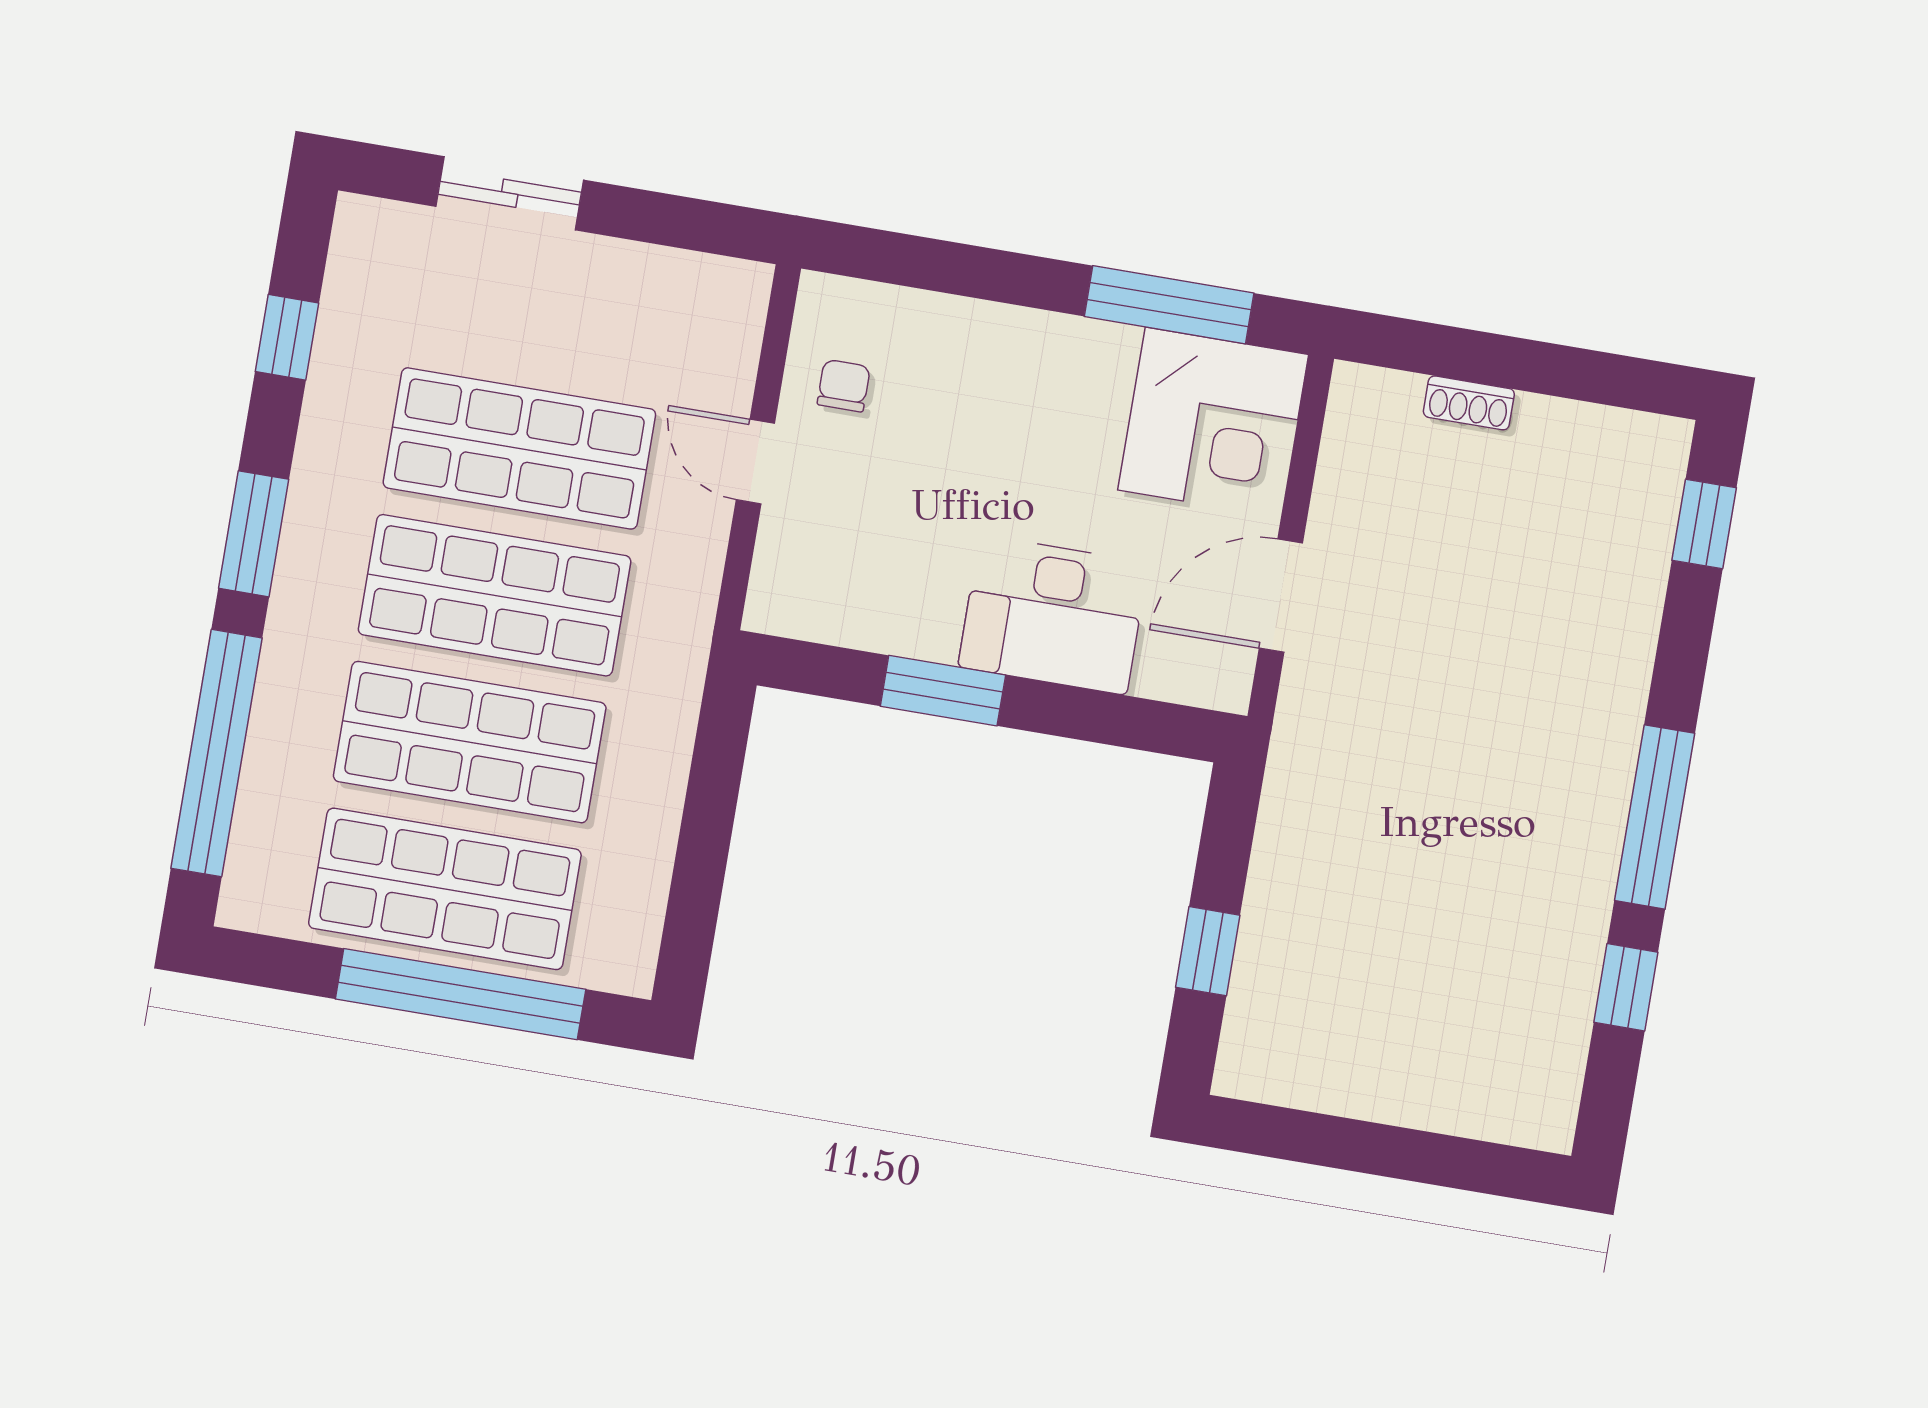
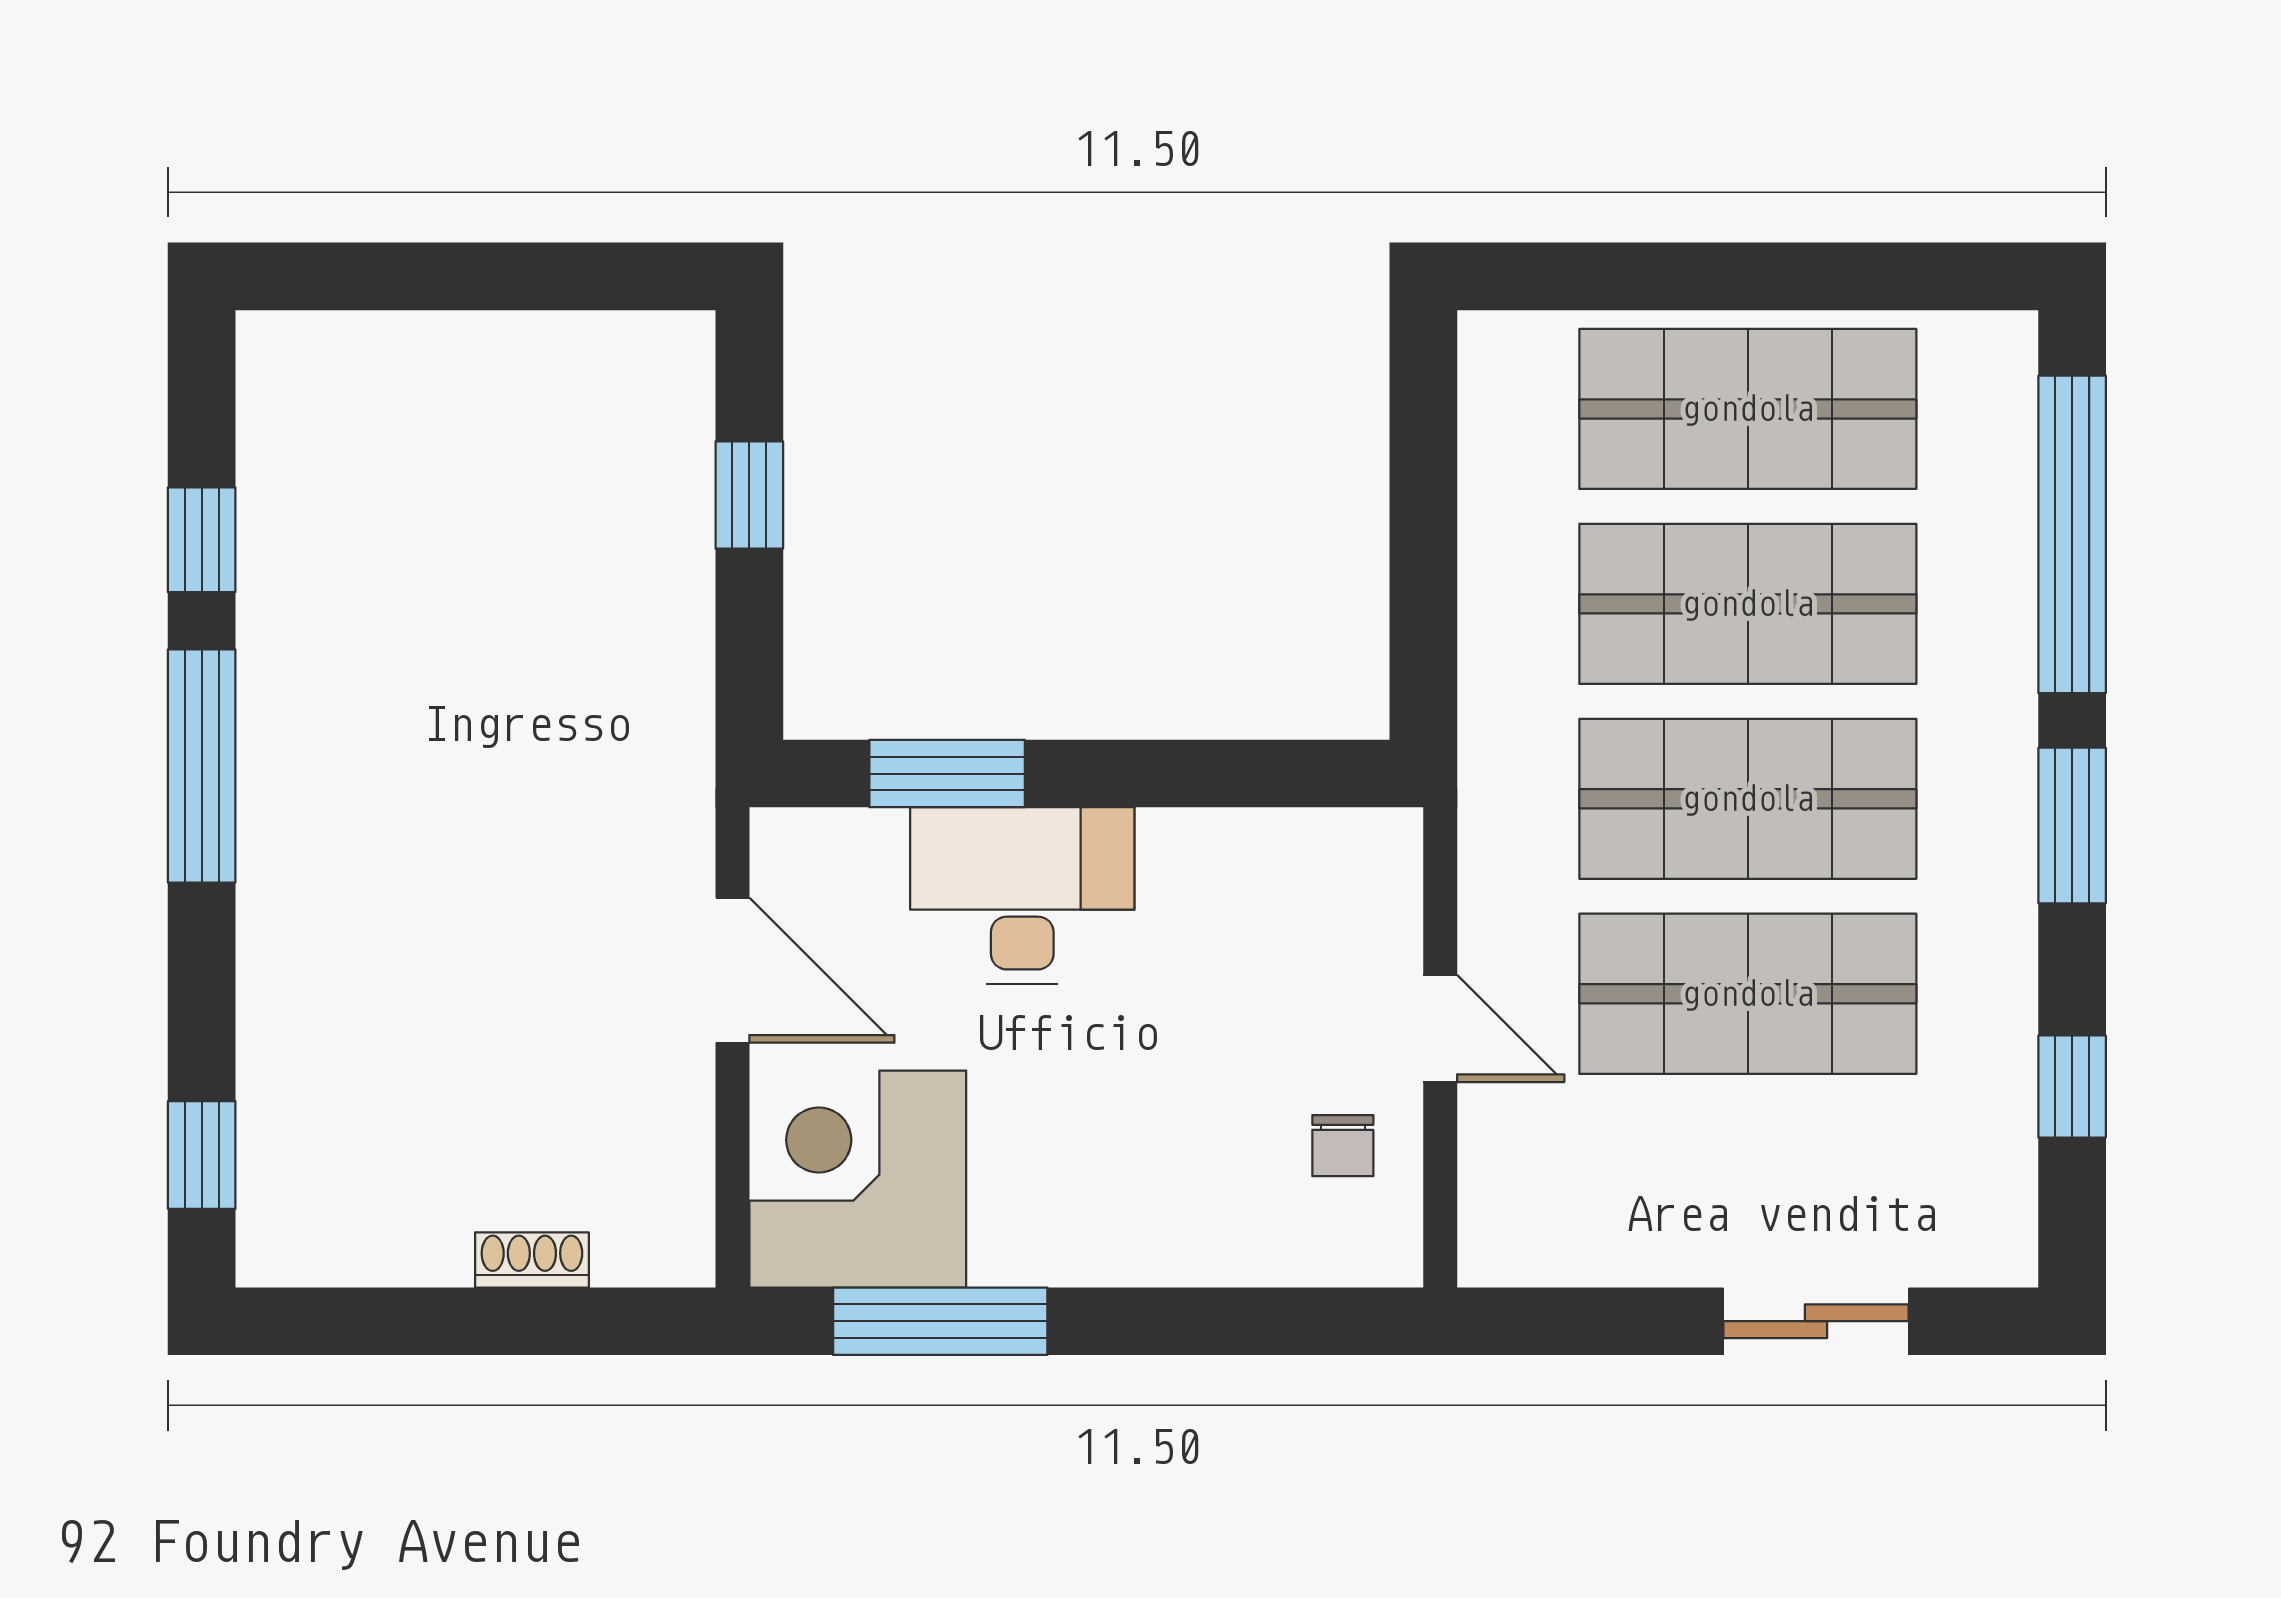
door: (1281, 596) -> (732, 970), hinge flipped
window: (943, 691) -> (947, 774), moved
window: (461, 994) -> (1705, 276), removed

